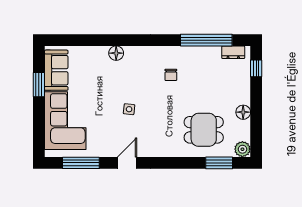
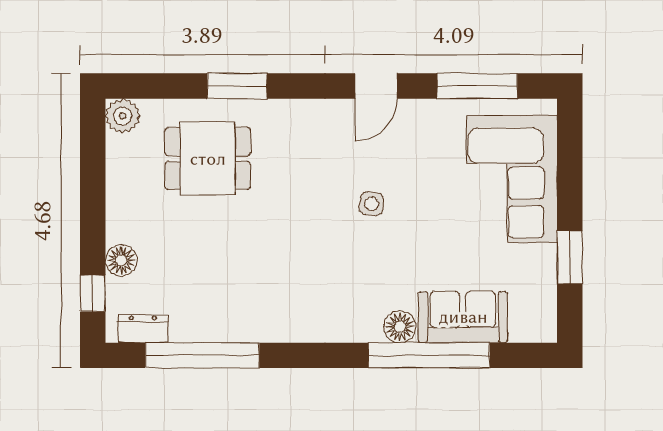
window: (103, 40) -> (429, 355), added
sofa: (56, 70) -> (463, 317), moved, turned 90
chair: (171, 75) -> (280, 279), removed
floor lamp: (243, 112) -> (121, 260), moved
window: (219, 163) -> (237, 86), moved

